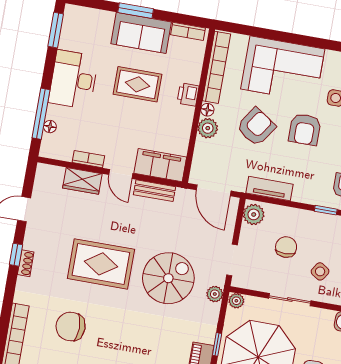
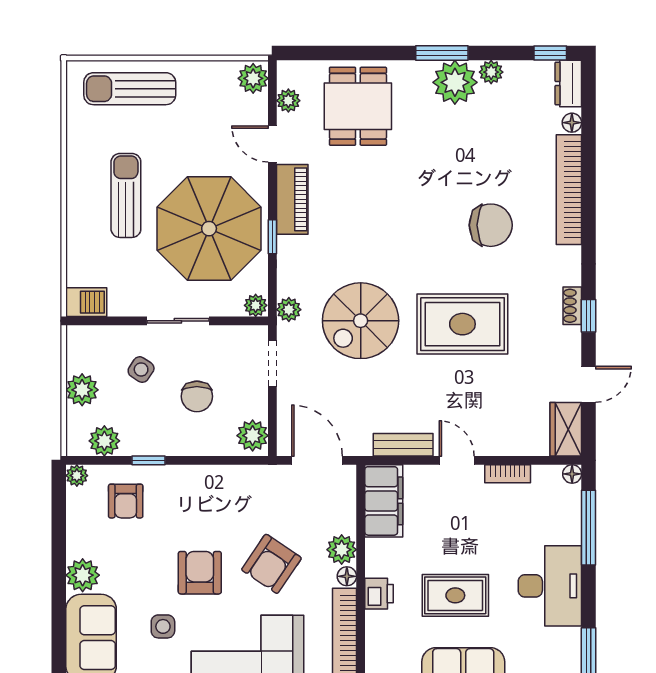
floor lamp: (50, 127) -> (572, 474), moved
filing cabinet: (160, 165) -> (384, 501), moved, turned -90
wardrobe: (82, 181) -> (566, 429), moved, turned -90
tv unit: (270, 189) -> (236, 477), removed

